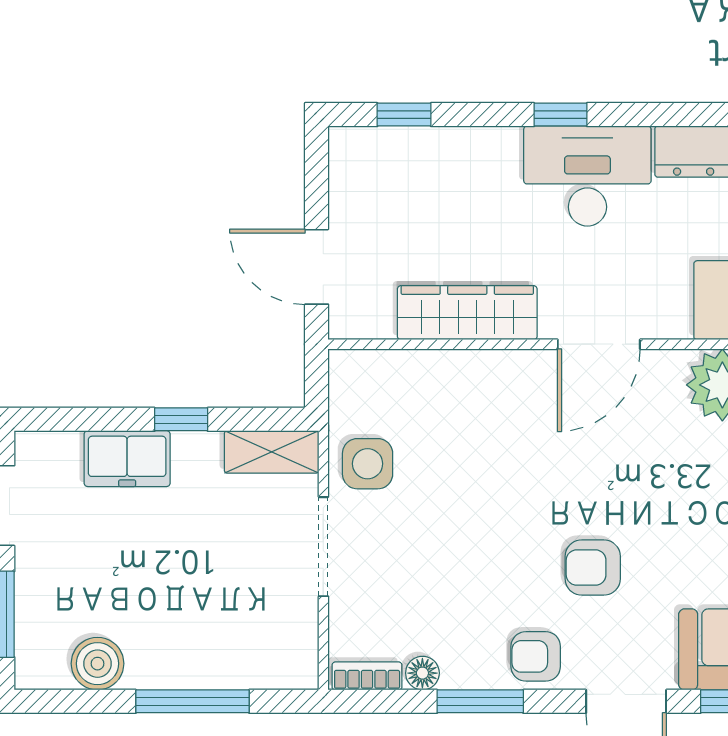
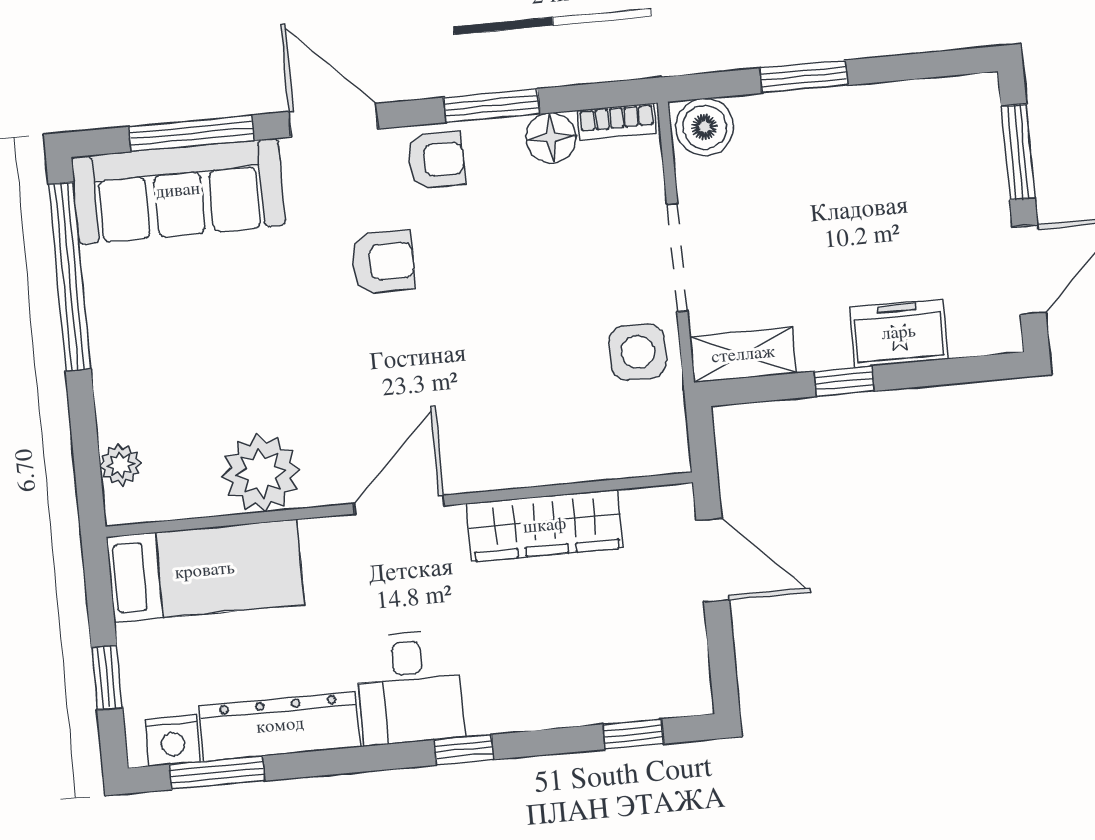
desk: (587, 176) -> (409, 688), width x0.73
boiler: (97, 664) -> (705, 127), moved
floor lamp: (422, 673) -> (551, 138), width x1.37, depth x1.37
window: (192, 701) -> (804, 77), width x0.69

